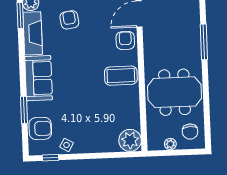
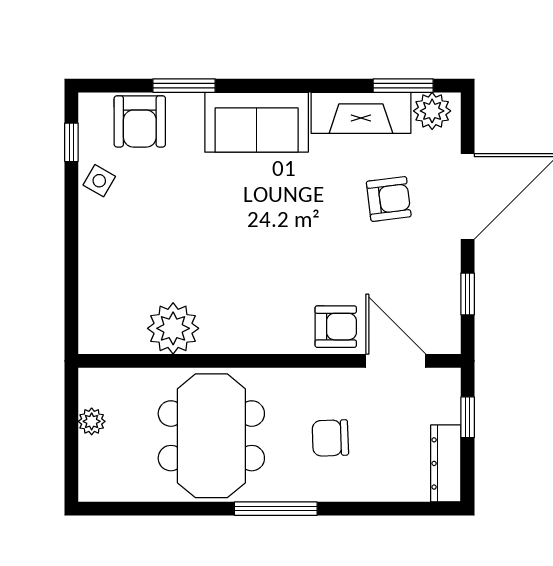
window: (204, 42) -> (276, 509), moved
coffee table: (121, 76) -> (255, 313), removed
chair: (190, 132) -> (330, 438), moved
plant: (130, 140) -> (173, 328), moved

